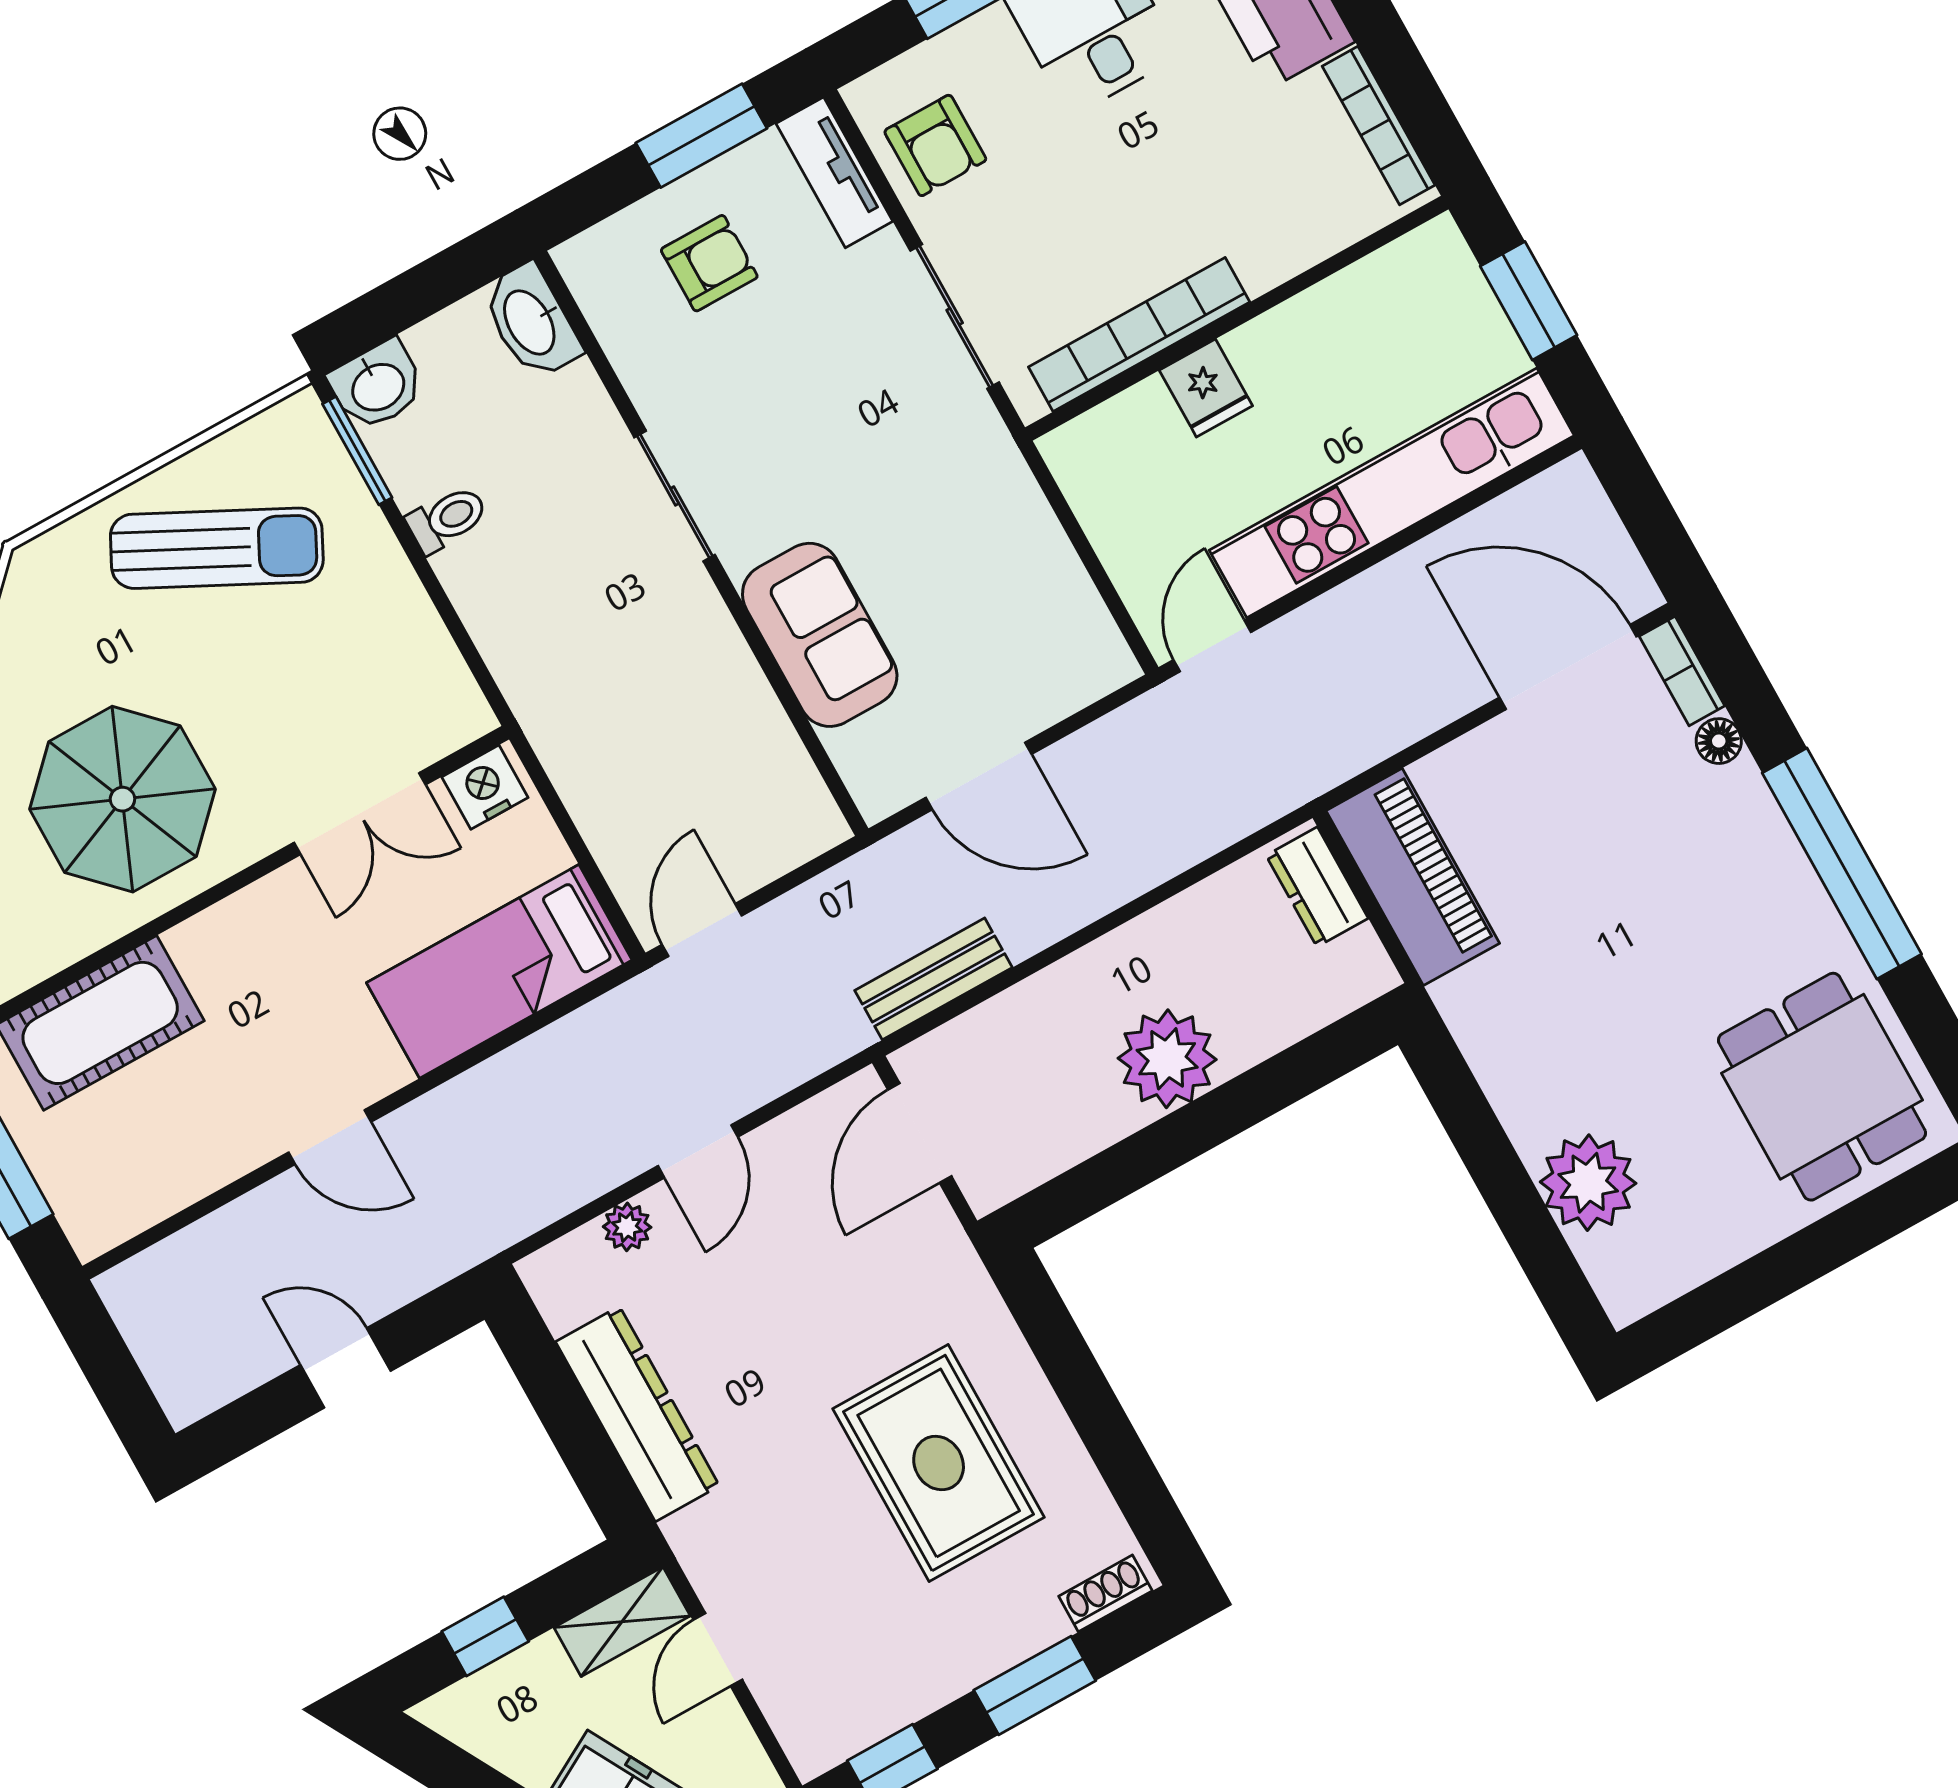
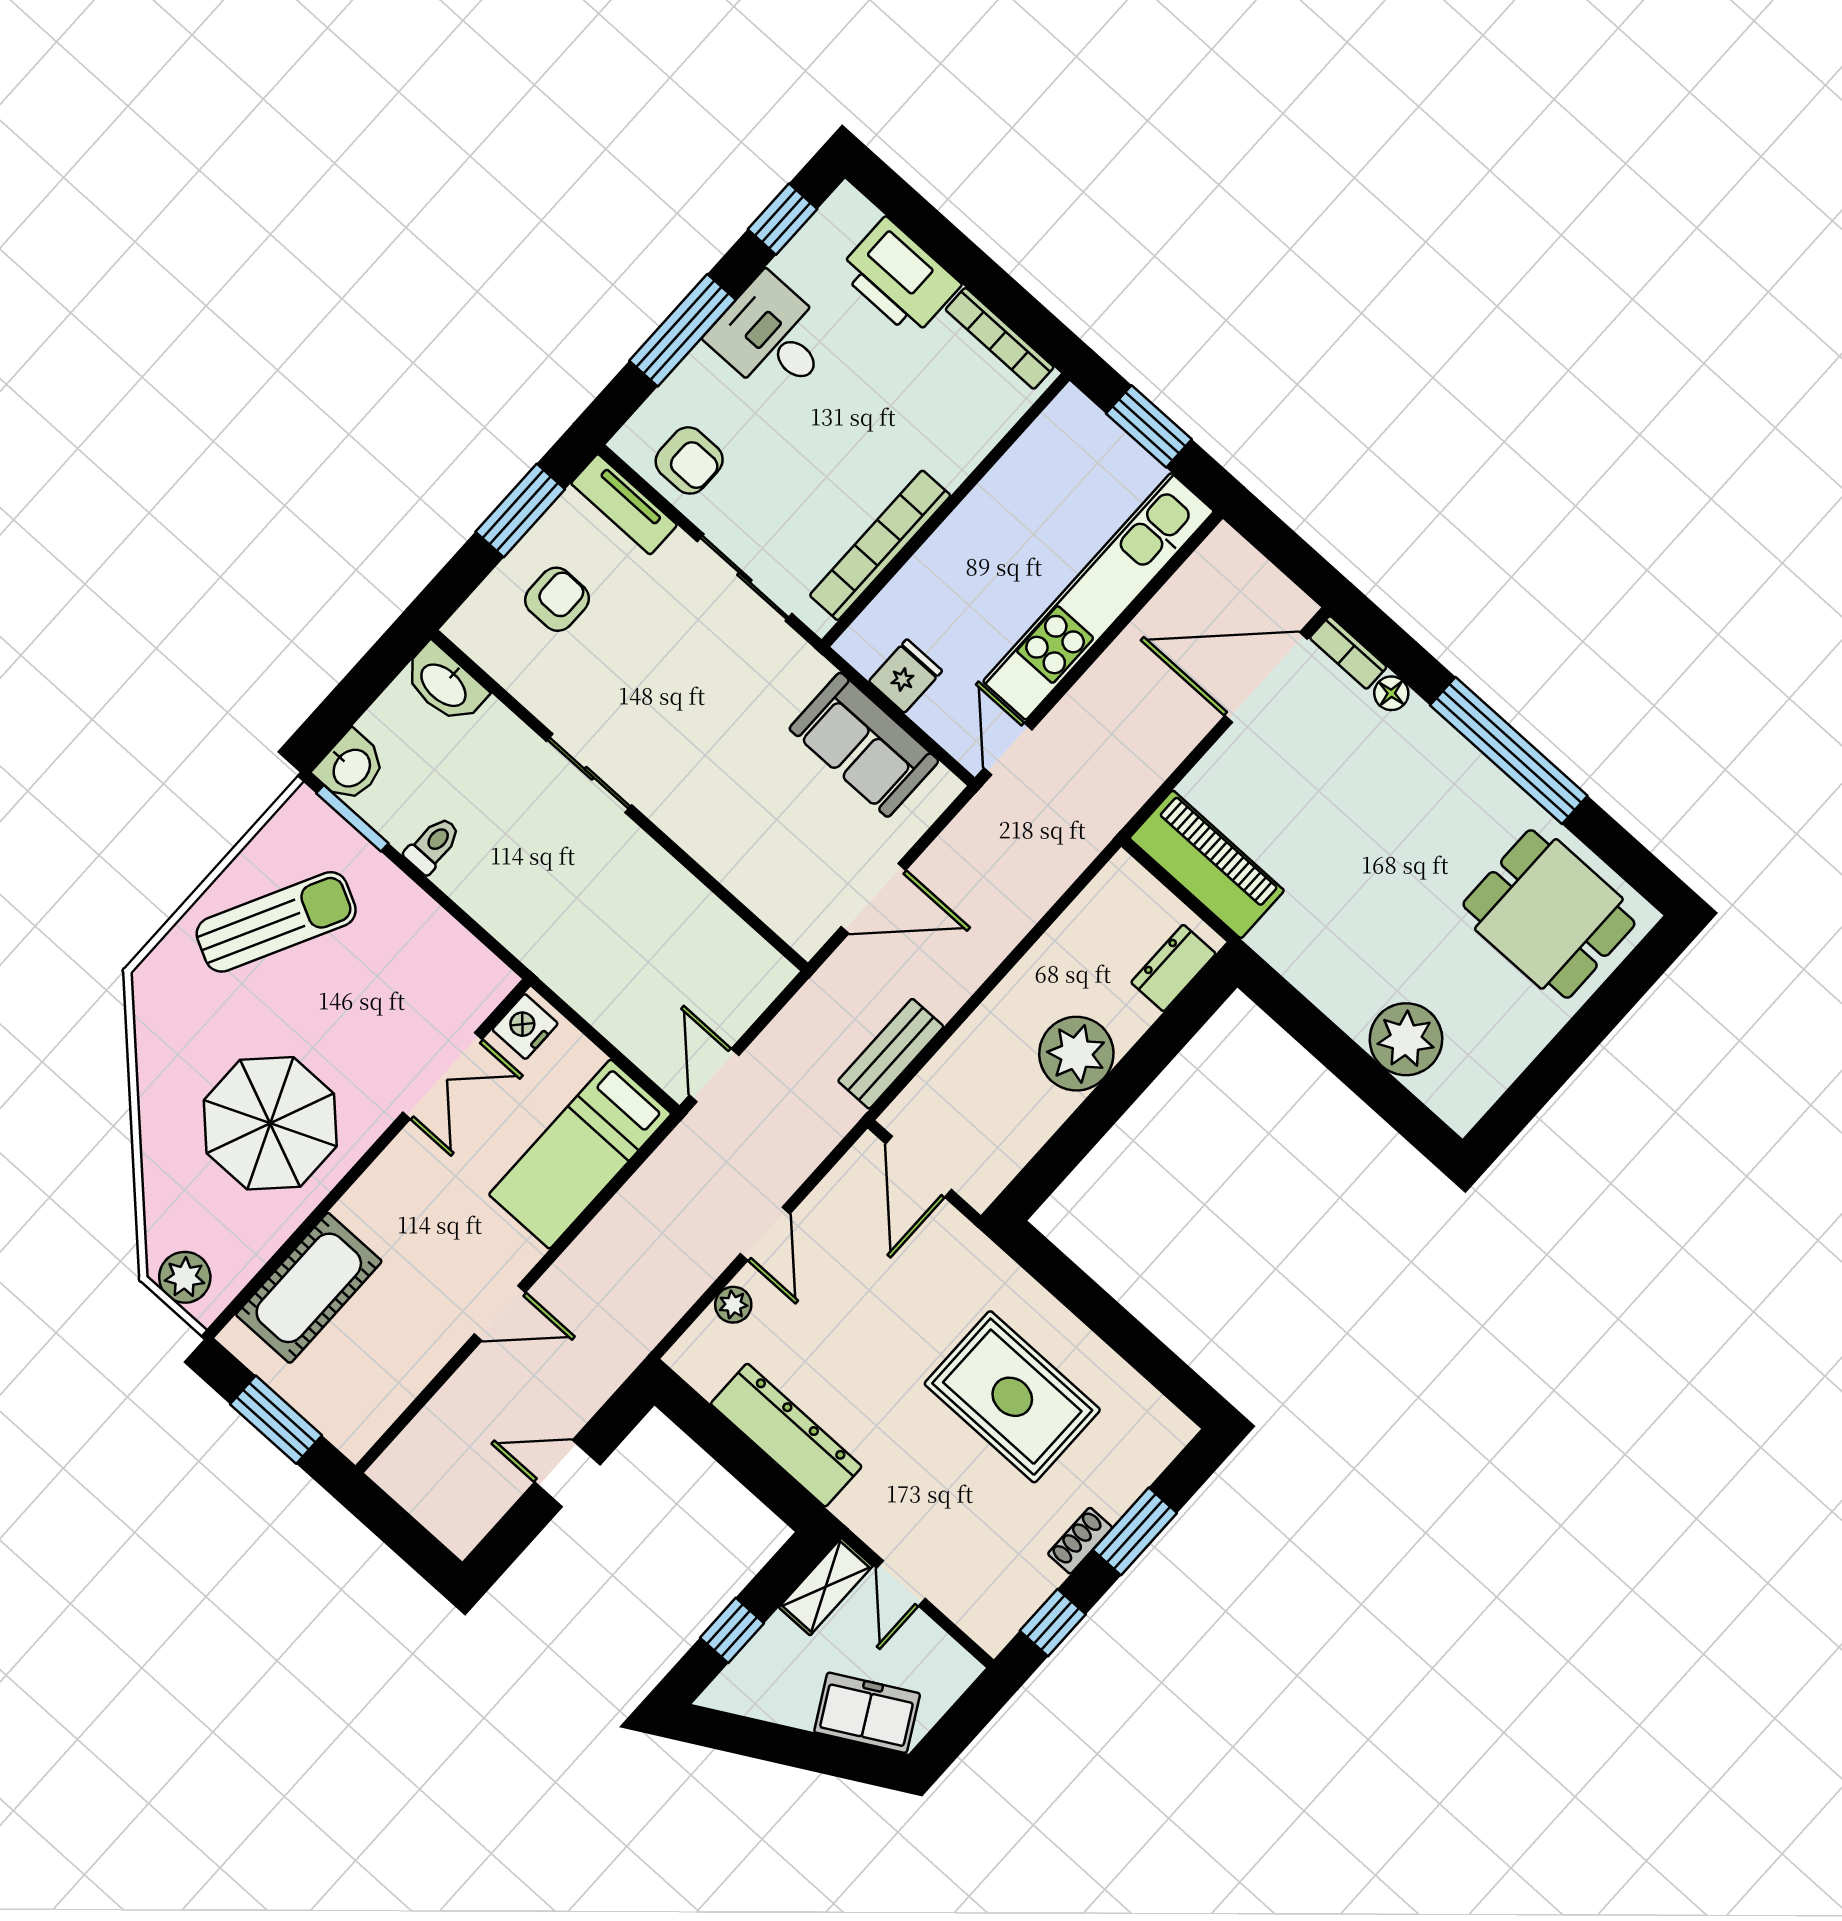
fridge: (1206, 388) -> (906, 676), moved, turned -90
sofa: (820, 635) -> (864, 745), moved, turned 180
dresser: (1317, 887) -> (1173, 968), moved, turned 90
shoe rack: (1105, 1593) -> (1080, 1541), moved

